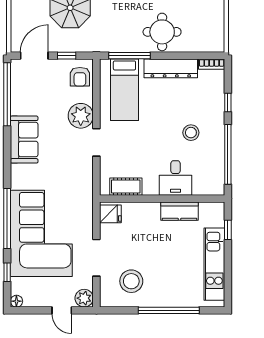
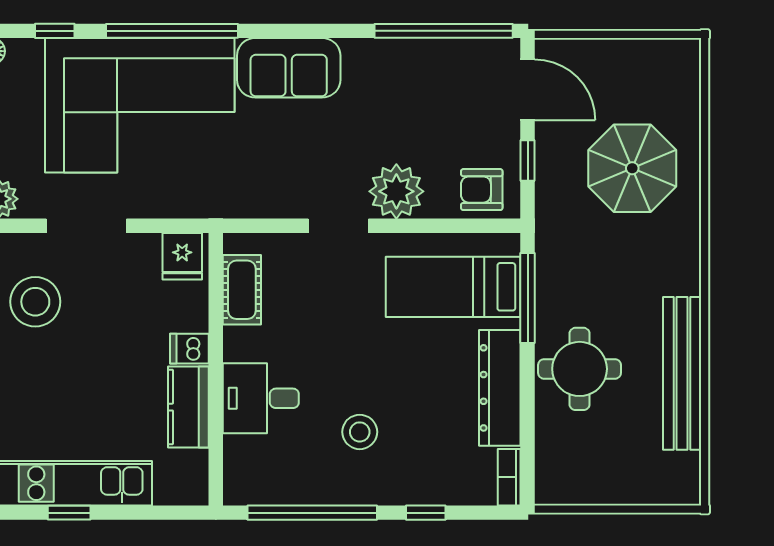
sofa: (24, 140) -> (289, 68), moved
dishwasher: (153, 211) -> (189, 349), added
window: (228, 230) -> (69, 513), moved

